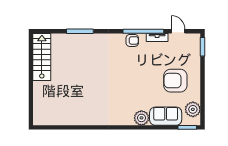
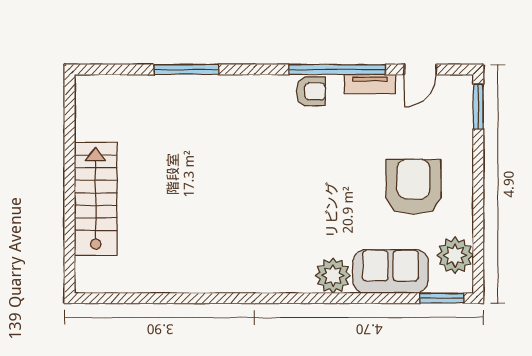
door: (178, 31) -> (420, 69), swing flipped
stairs: (42, 57) -> (96, 199), moved
armchair: (175, 81) -> (413, 187), turned 90

